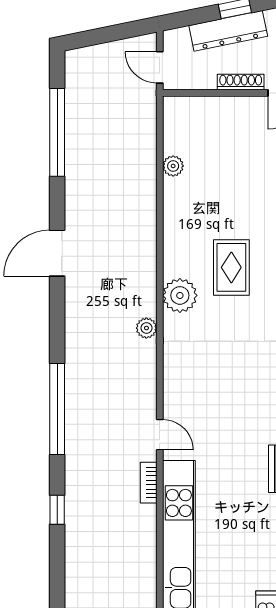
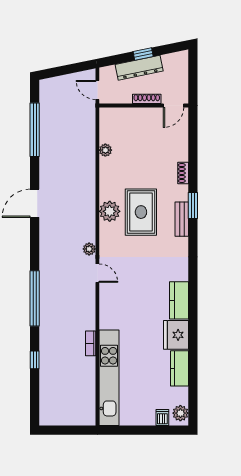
rug: (231, 267) -> (141, 212), width x1.36, depth x1.43
plant: (180, 295) -> (110, 211), moved
door: (160, 435) -> (97, 273), moved

